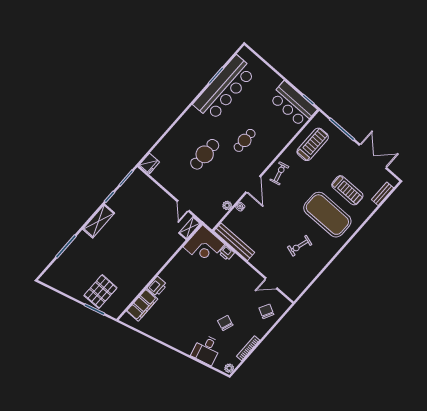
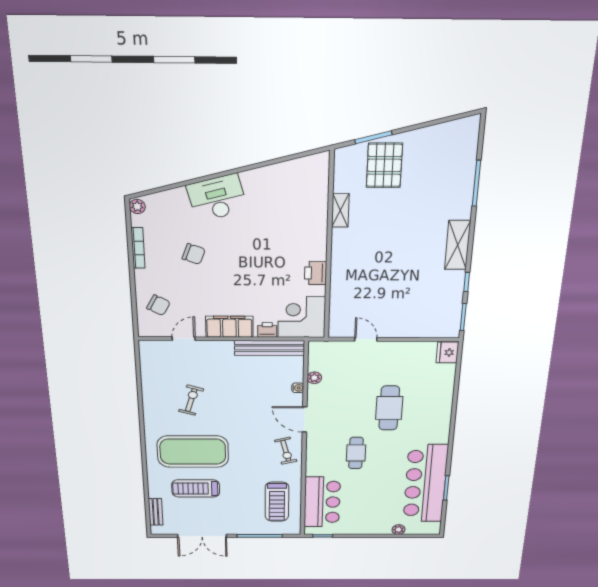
plant: (264, 68) -> (399, 530), added
bar counter: (293, 104) -> (322, 502), moved, turned 90
shelving: (190, 228) -> (340, 210), moved
printer: (157, 286) -> (316, 273), moved
filing cabinet: (142, 305) -> (229, 327), moved, turned 90
desk: (207, 350) -> (217, 198), moved, width x1.37

